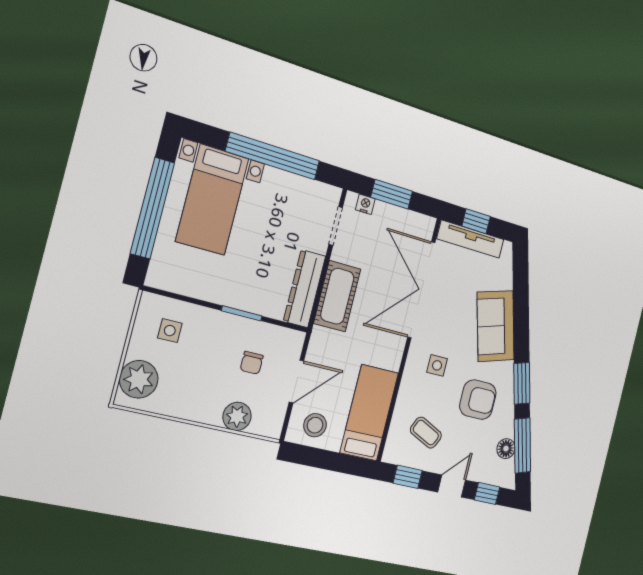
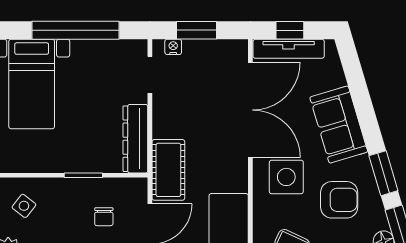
double door: (421, 290) -> (250, 110), swing flipped
cot: (337, 296) -> (168, 170), moved
side table: (170, 331) -> (24, 206), turned 38
side table: (437, 365) -> (286, 177), width x1.87, depth x1.87

